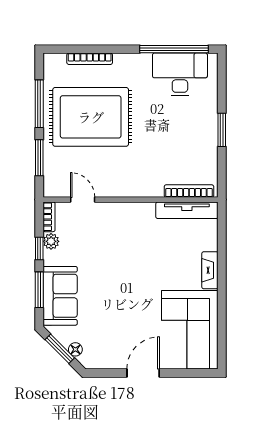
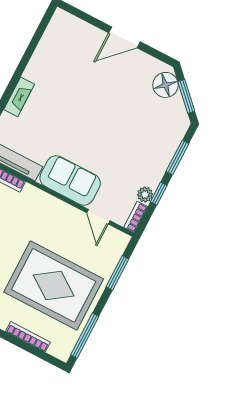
window: (39, 104) -> (85, 336), moved
sofa: (60, 296) -> (70, 180), moved, turned 90
corner sofa: (190, 330) -> (64, 54), removed
floor lamp: (75, 349) -> (166, 85), width x1.89, depth x1.89

